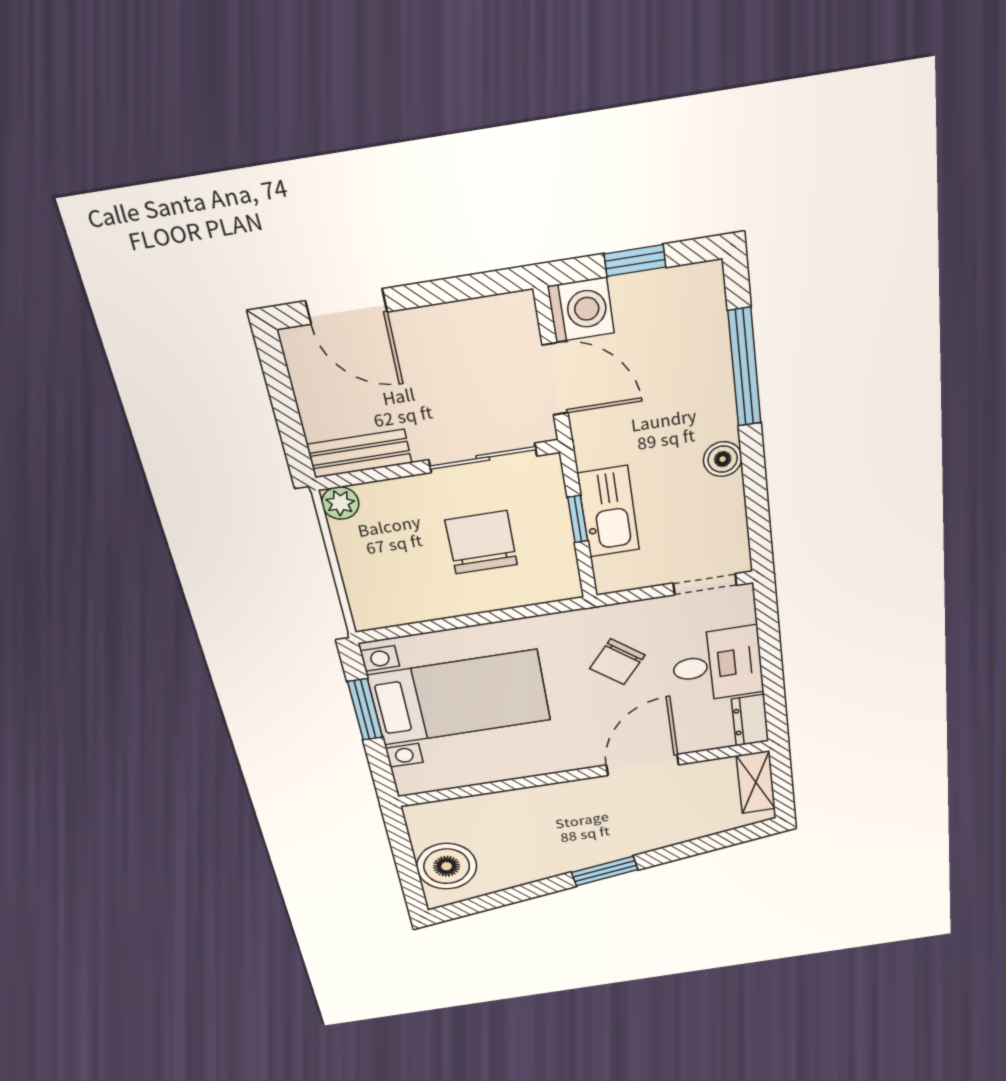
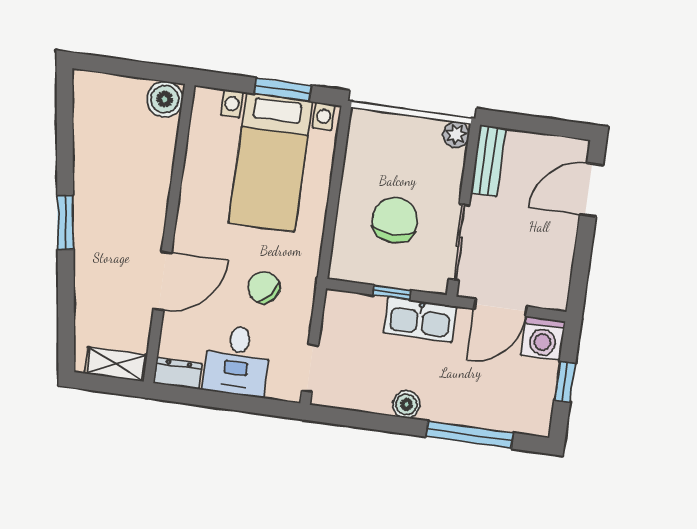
kitchen sink: (609, 512) -> (420, 320), moved
chair: (481, 542) -> (395, 220), turned -90
door: (642, 765) -> (162, 281), hinge flipped
boiler: (447, 866) -> (165, 99), moved, width x0.73, depth x0.73

